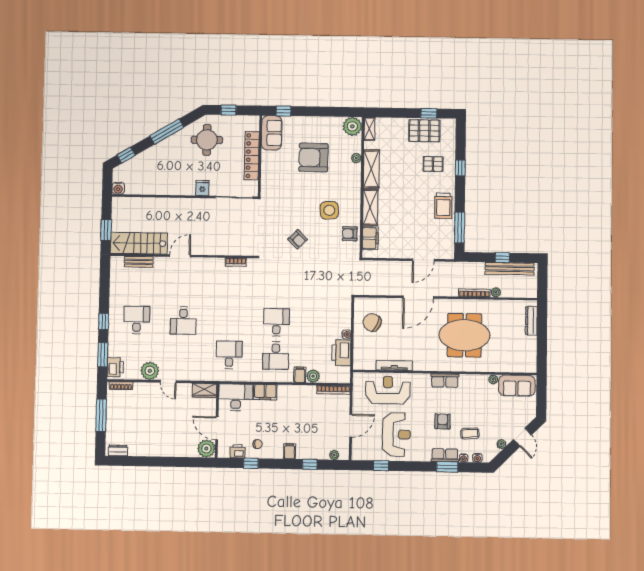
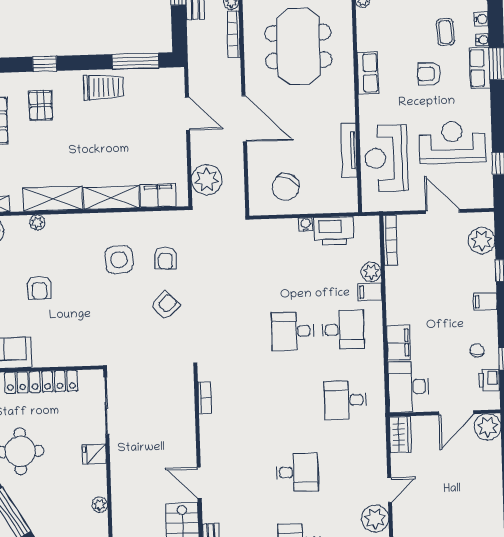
armchair: (313, 158) -> (39, 288), width x0.53, depth x0.53
plant: (169, 190) -> (100, 505), added
armchair: (350, 234) -> (165, 258), moved
plant: (379, 270) -> (207, 180), added
plant: (334, 455) -> (482, 241), width x1.88, depth x1.88

